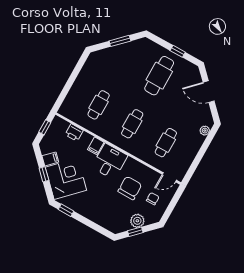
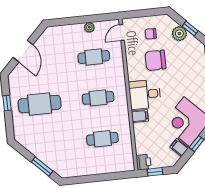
window: (120, 41) -> (42, 167), moved
plant: (205, 131) -> (89, 27), moved
printer: (74, 132) -> (144, 162), moved
door: (169, 177) -> (122, 33), swing flipped

